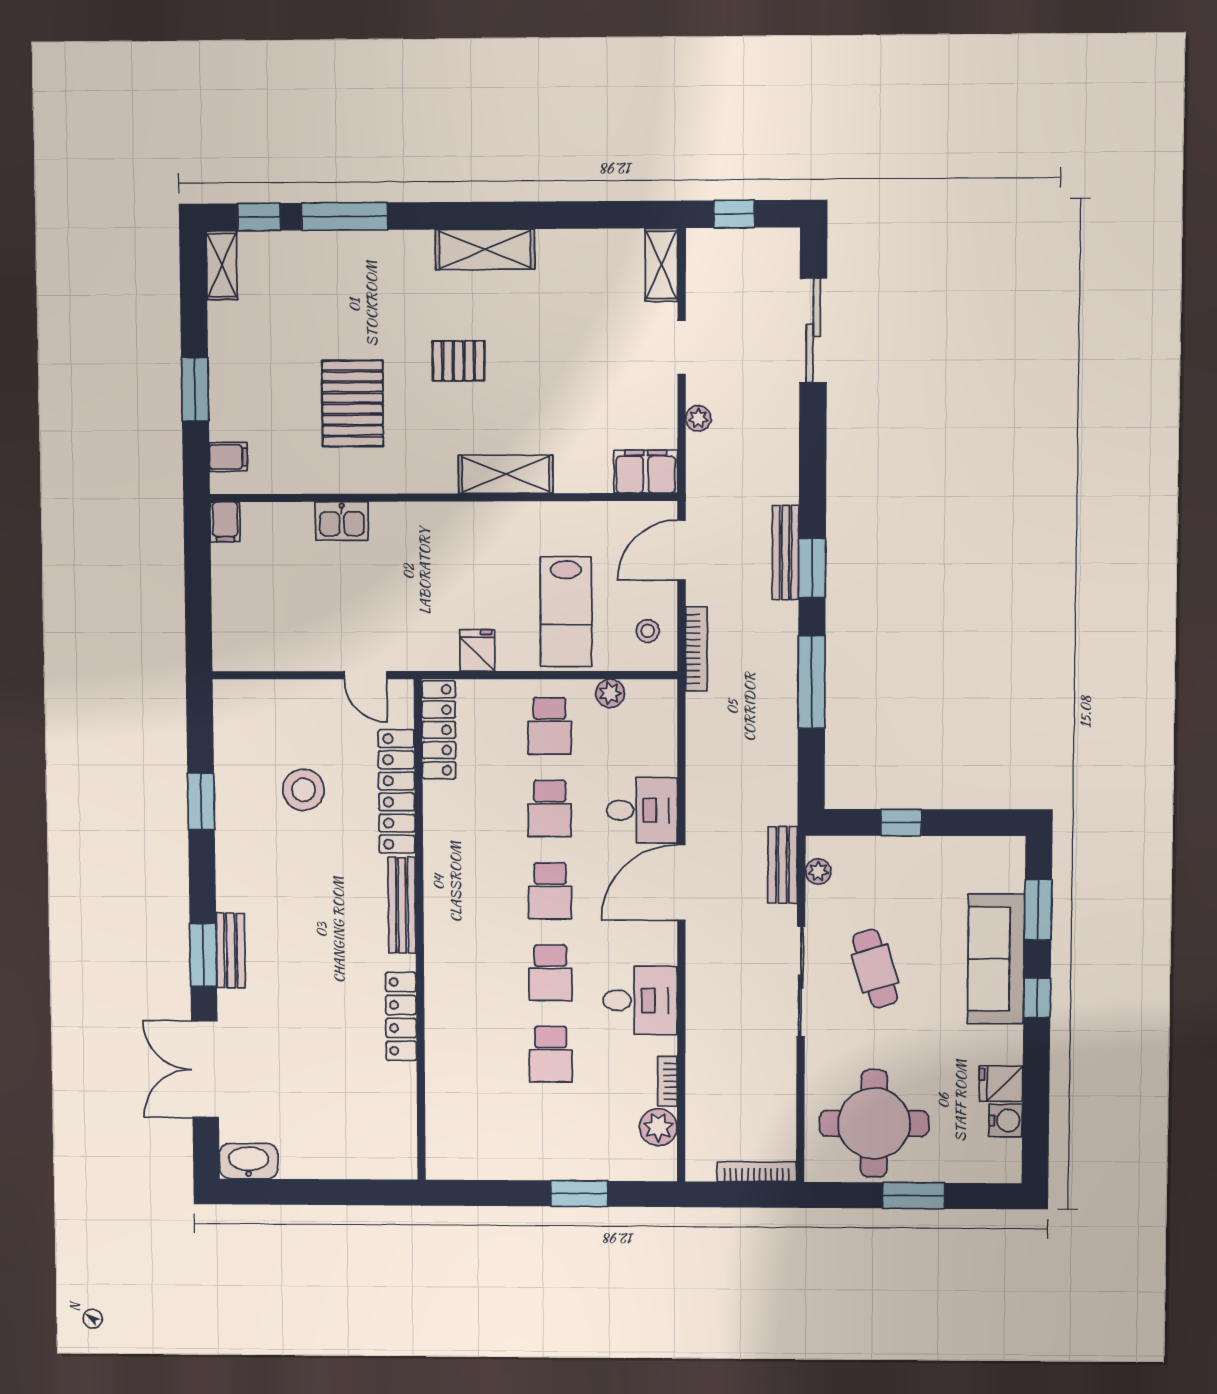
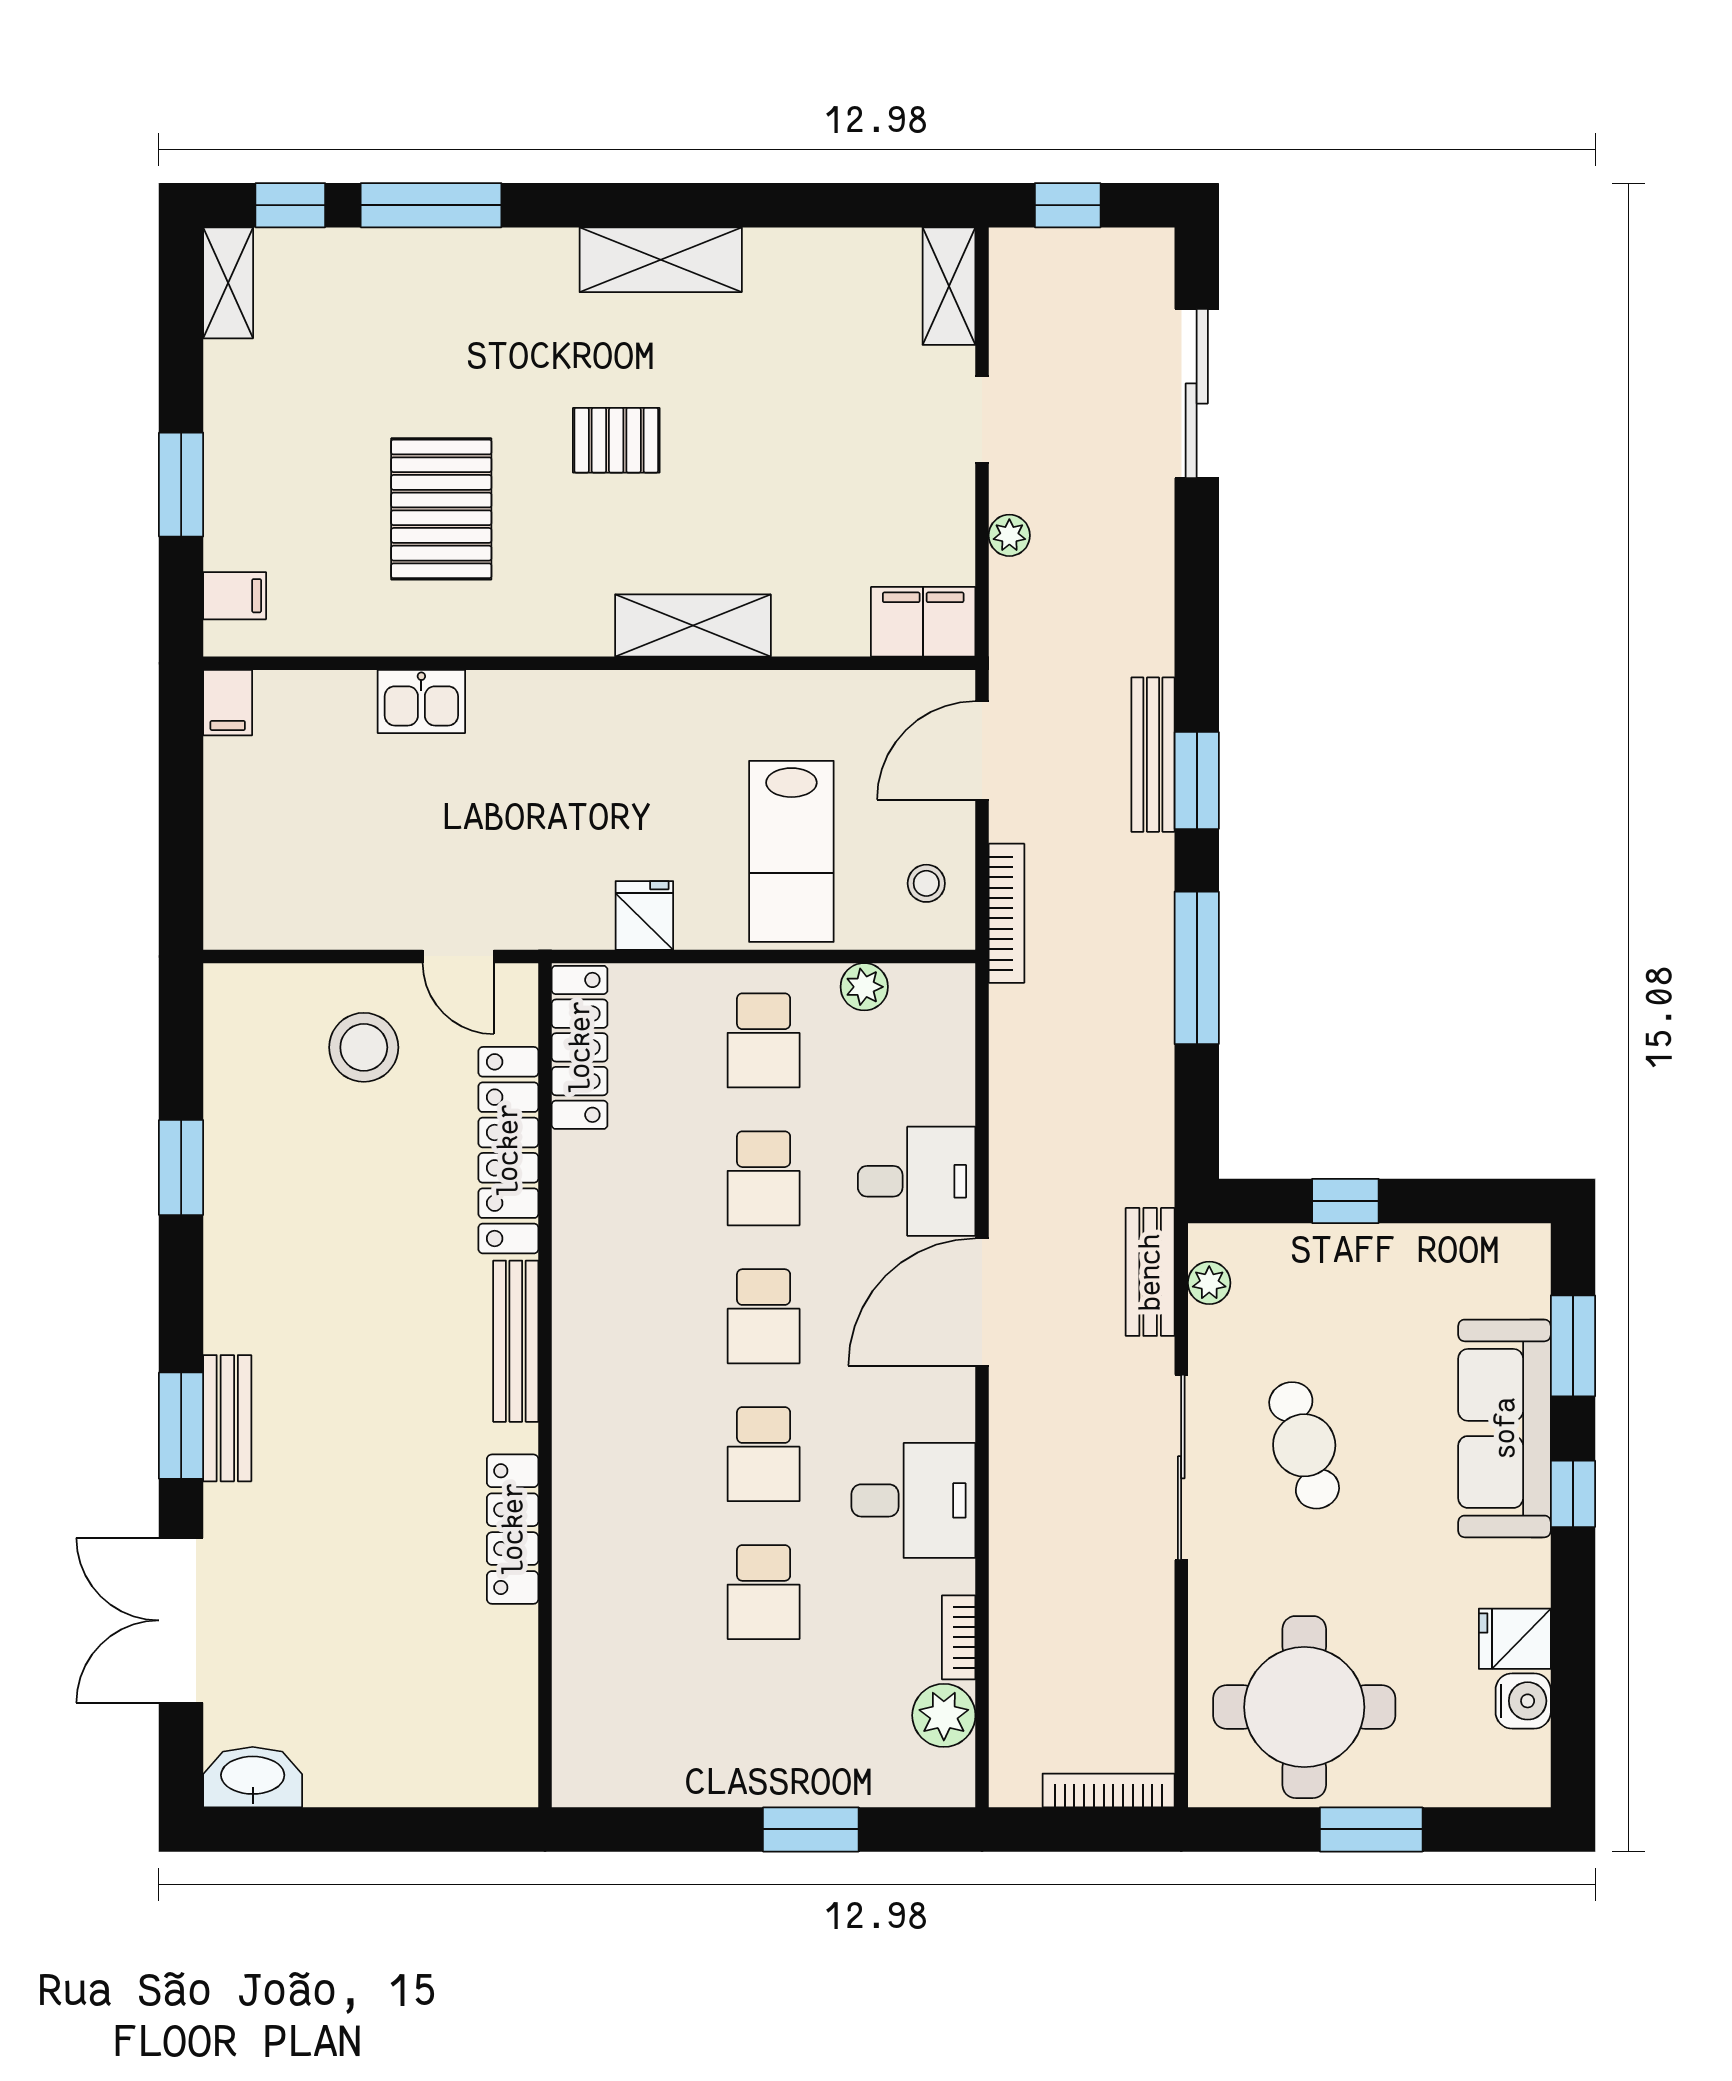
stool: (303, 790) -> (364, 1047), moved

